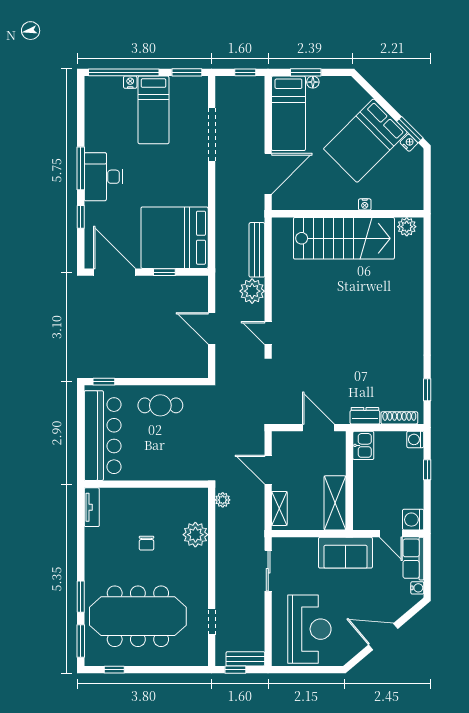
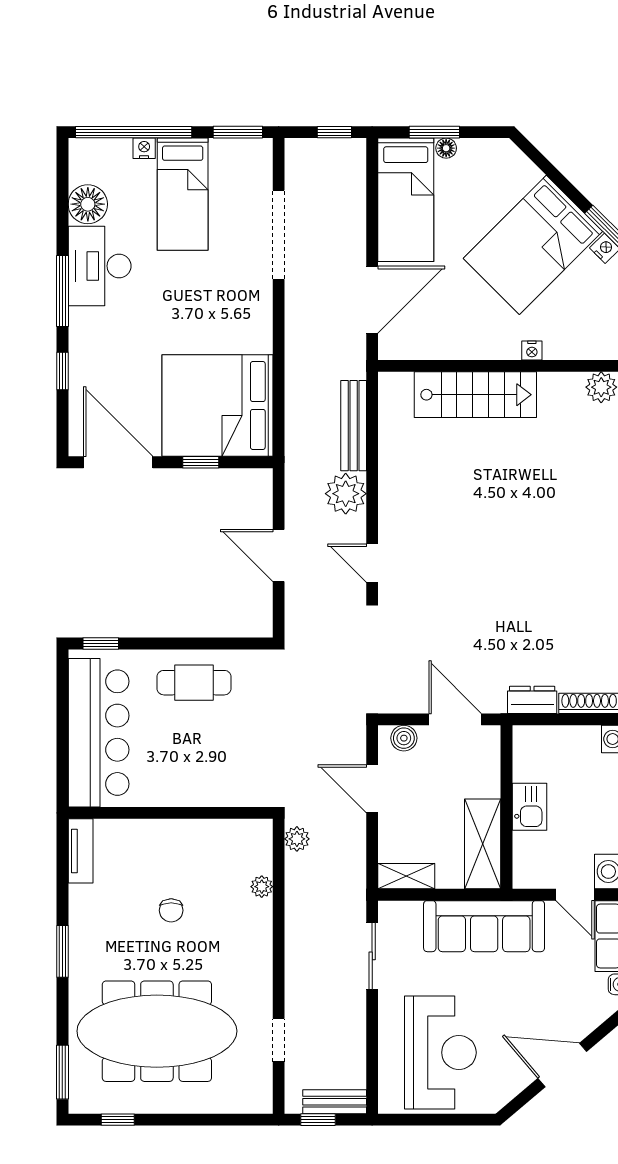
floor lamp: (96, 116) -> (88, 204), added
desk: (103, 177) -> (100, 266), moved
stairs: (344, 238) -> (475, 395), width x0.73, depth x0.66
boiler: (287, 439) -> (404, 738), added
kitchen sink: (363, 445) -> (529, 807), moved
shelving: (279, 508) -> (406, 876), moved, turned 90
plant: (195, 535) -> (262, 887), width x0.53, depth x0.53
sofa: (345, 553) -> (484, 926), width x1.36
window: (81, 597) -> (62, 951), moved

